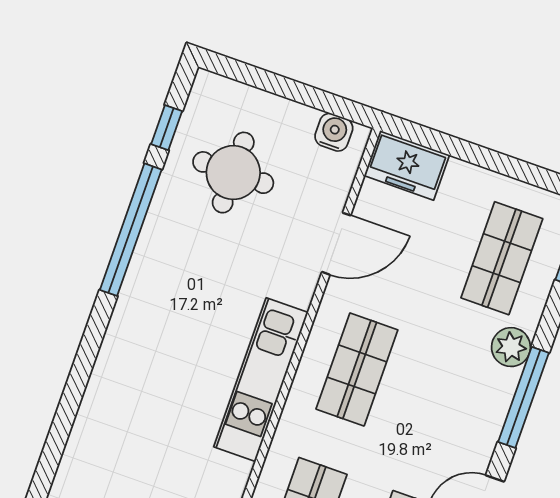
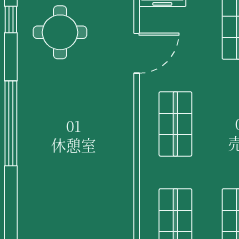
window: (131, 230) -> (11, 123), moved
kitchen unit: (261, 380) -> (120, 150), removed

